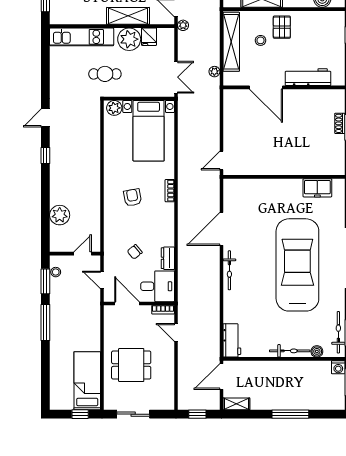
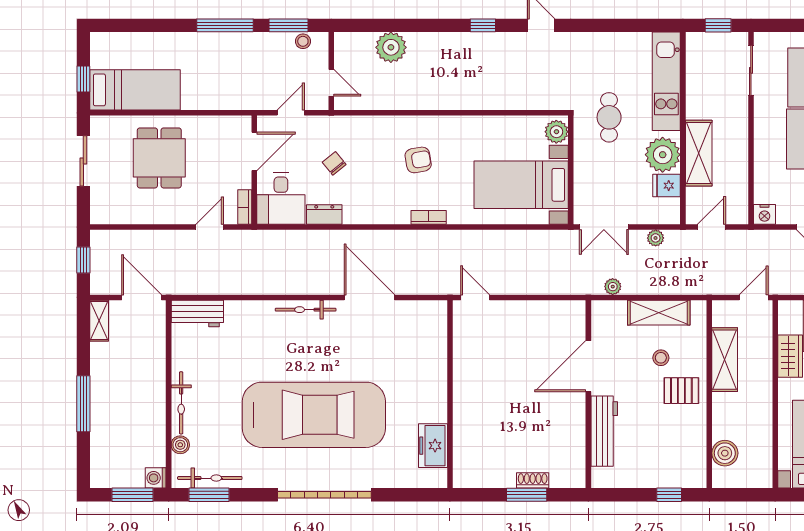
plant: (183, 25) -> (656, 238), moved
shelving: (231, 42) -> (659, 313), width x0.68

